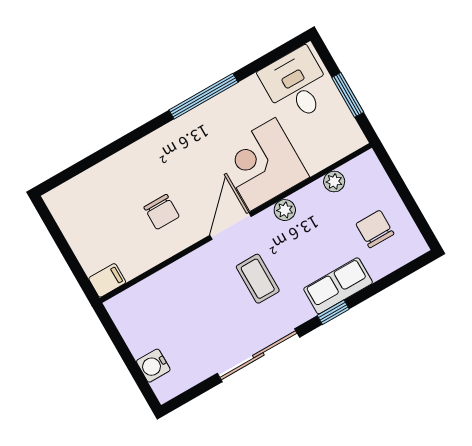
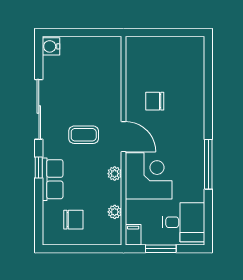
filing cabinet: (107, 280) -> (133, 235), moved, turned 180
water cooler: (153, 366) -> (51, 46), moved, turned -90

